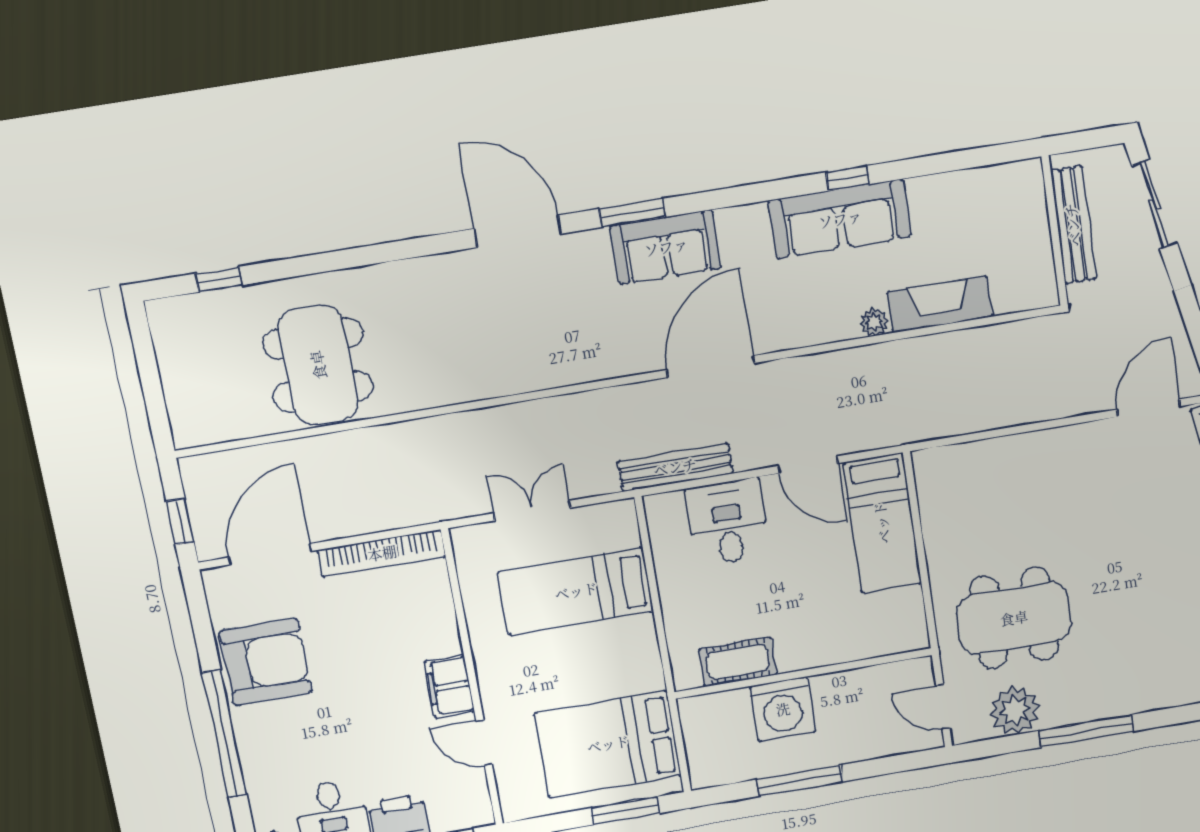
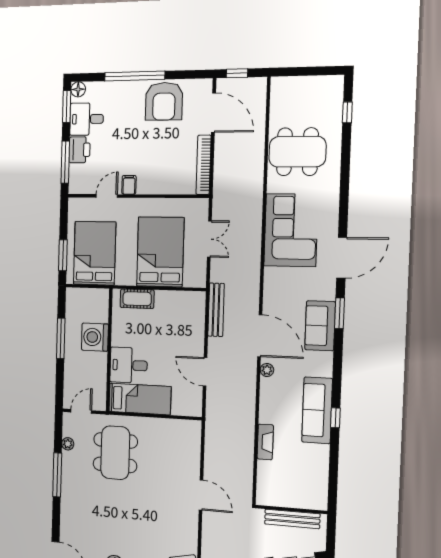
fireplace: (940, 304) -> (265, 442), width x0.73, depth x0.76
plant: (874, 322) -> (267, 370), moved
corner sofa: (481, 346) -> (291, 230), added
door: (1148, 408) -> (201, 495), moved
door: (808, 465) -> (205, 372), hinge flipped
desk: (728, 522) -> (129, 365), moved, turned 180
bed: (882, 523) -> (140, 399), moved, turned 180
bed: (576, 591) -> (160, 252), width x1.50
cot: (738, 662) -> (137, 299), moved, turned 90
filing cabinet: (450, 686) -> (129, 185), width x0.50
plant: (1015, 711) -> (68, 444), width x0.53, depth x0.53

